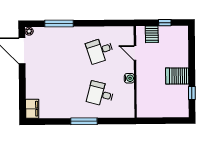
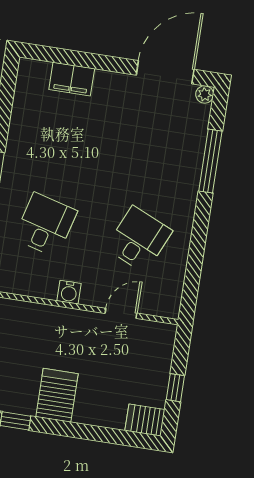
server rack: (152, 34) -> (145, 420), moved
desk: (100, 50) -> (139, 239), turned 42
filing cabinet: (32, 109) -> (72, 79), moved

